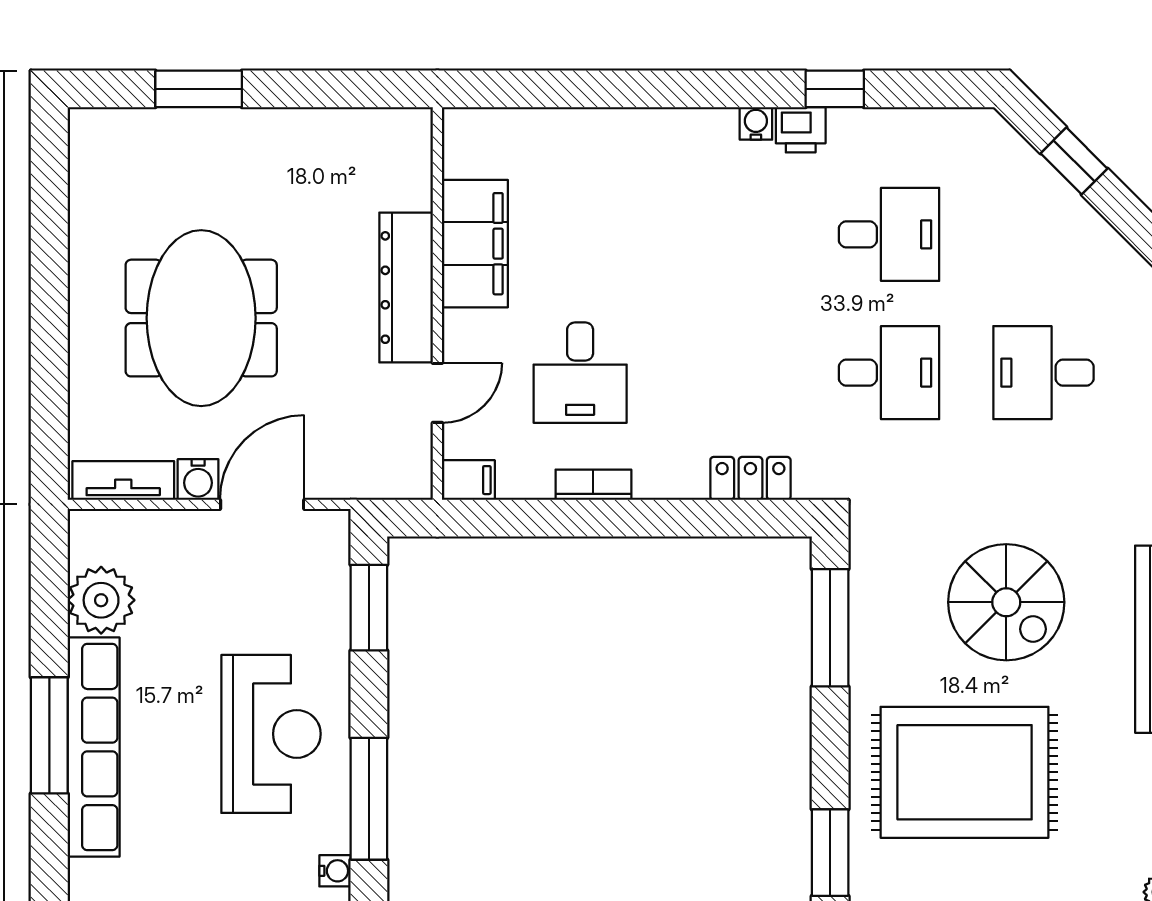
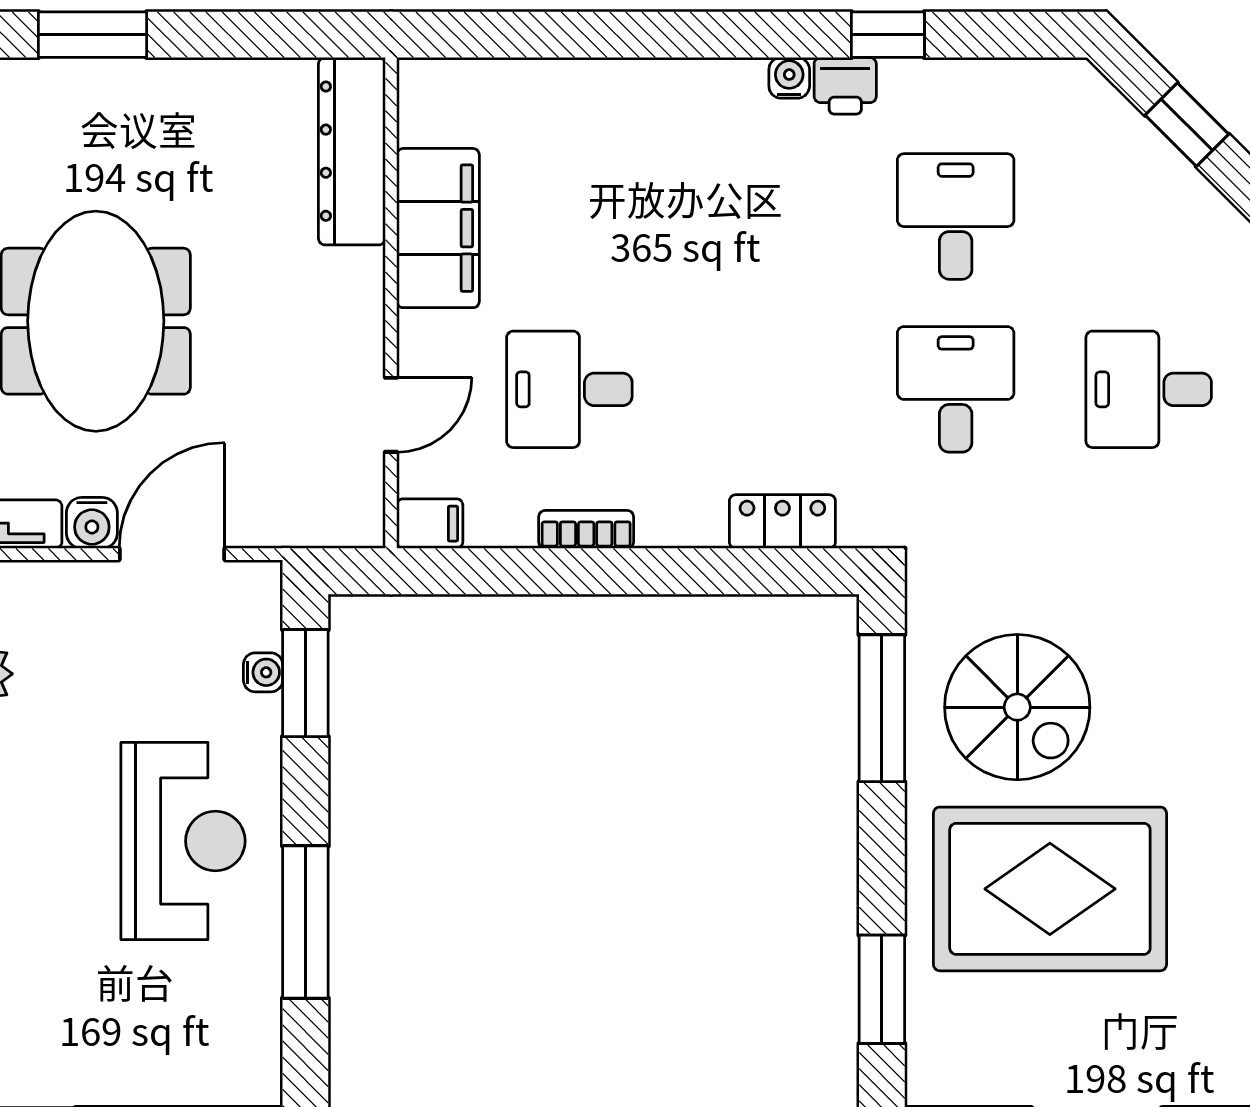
desk: (889, 234) -> (956, 216), turned -90
dresser: (406, 288) -> (352, 151), moved
desk: (580, 373) -> (569, 389), turned 90
desk: (889, 373) -> (956, 389), turned -90
spiral stairs: (1006, 602) -> (1017, 707), moved
water cooler: (335, 871) -> (263, 672), moved

